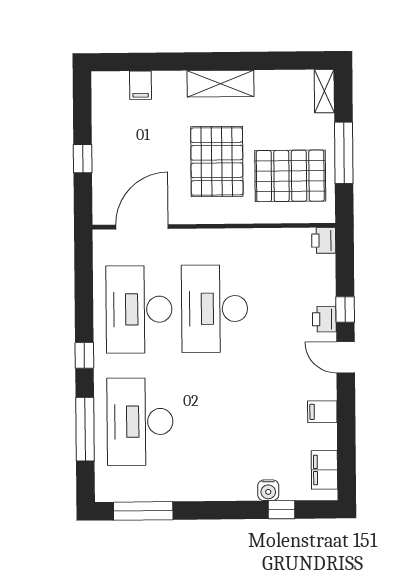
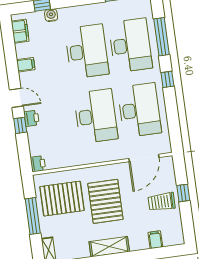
trolley: (121, 148) -> (162, 202), added
desk: (216, 421) -> (87, 51), added

